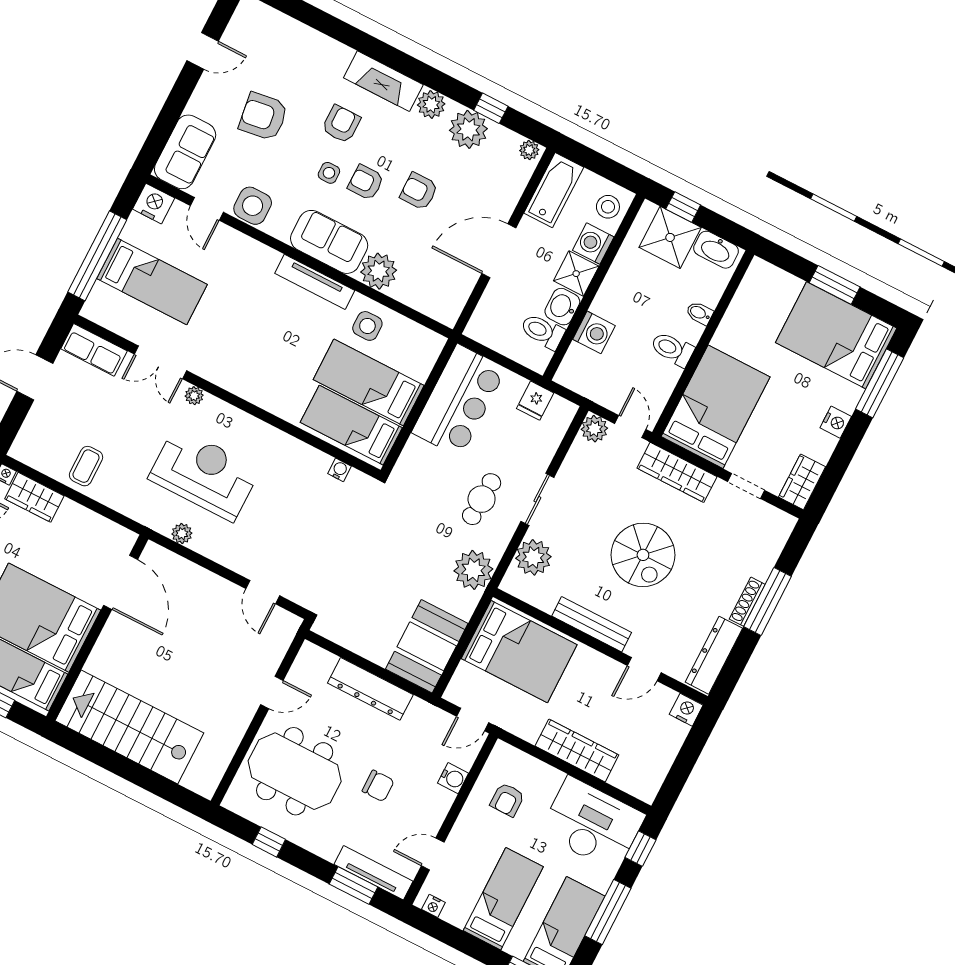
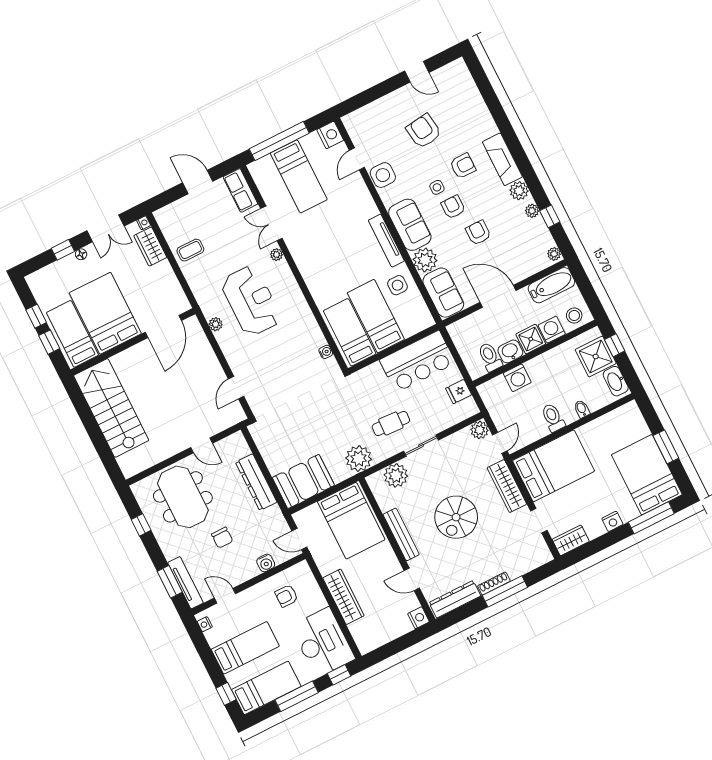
plant: (468, 129) -> (532, 211), width x0.53, depth x0.53
sofa: (185, 152) -> (443, 293), moved, turned -90

